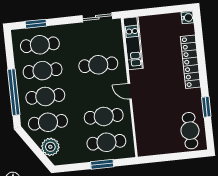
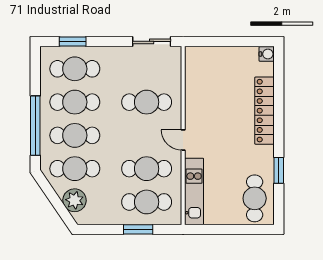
kitchen unit: (133, 43) -> (194, 191), moved

